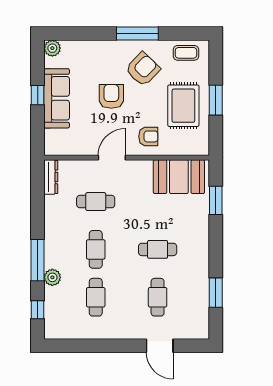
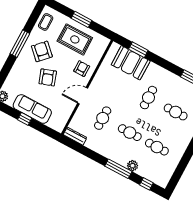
armchair: (111, 96) -> (48, 77), turned -109
door: (112, 158) -> (83, 96), hinge flipped
booth: (179, 177) -> (131, 63), moved, turned 90

